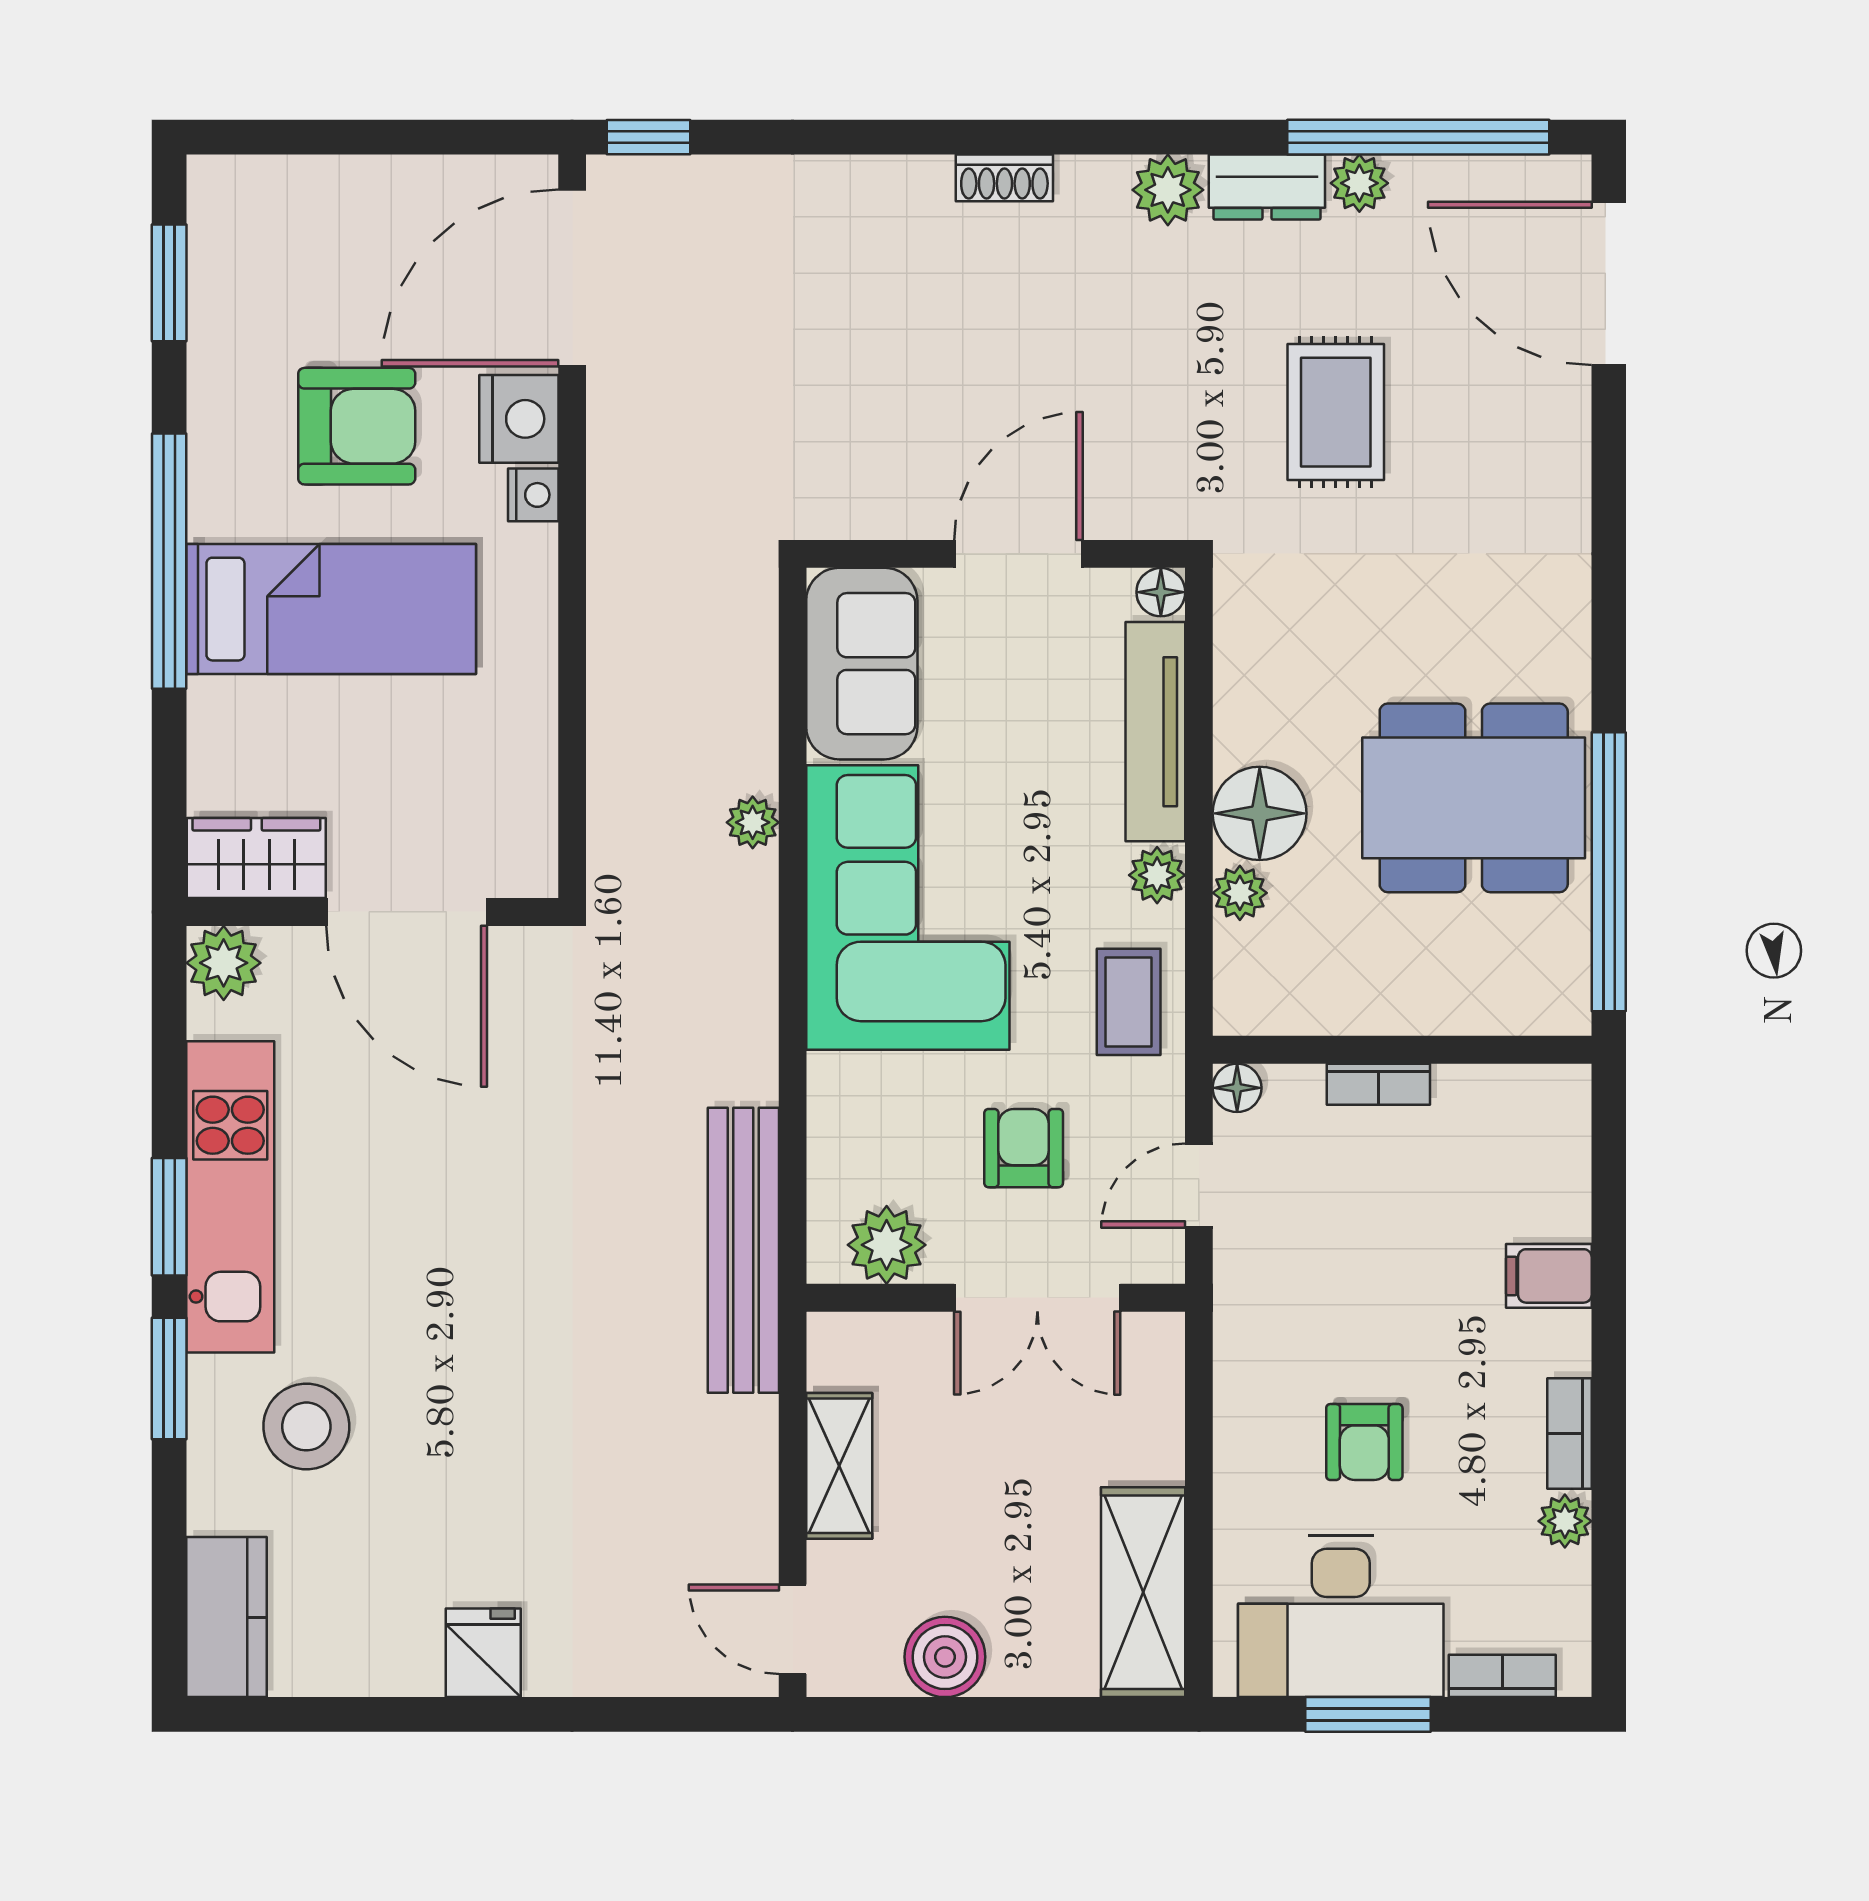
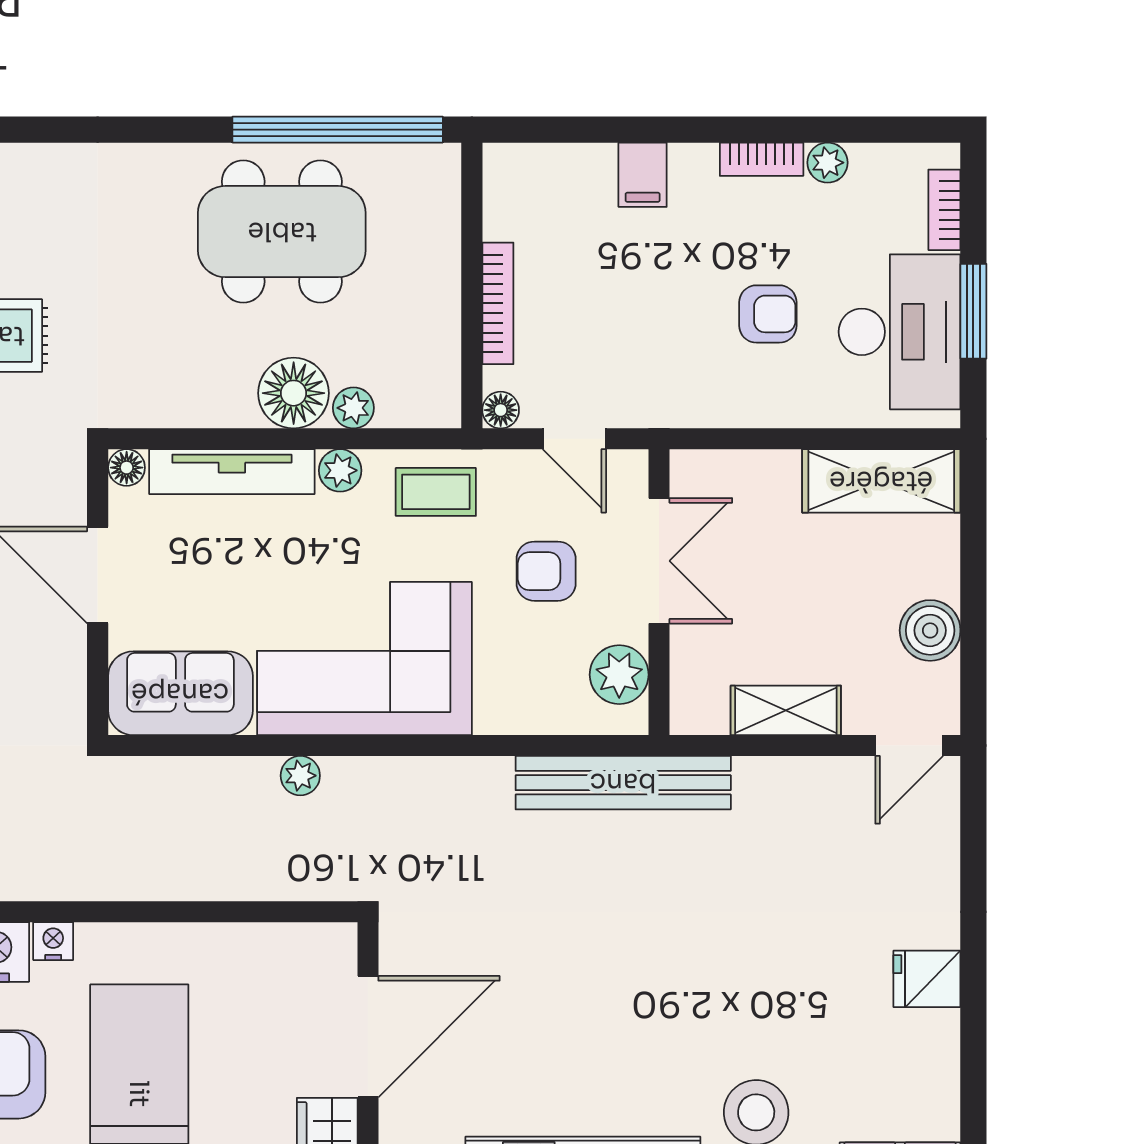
dining table: (1474, 798) -> (282, 232), turned 90
bookcase: (1378, 1084) -> (498, 303), width x1.56

